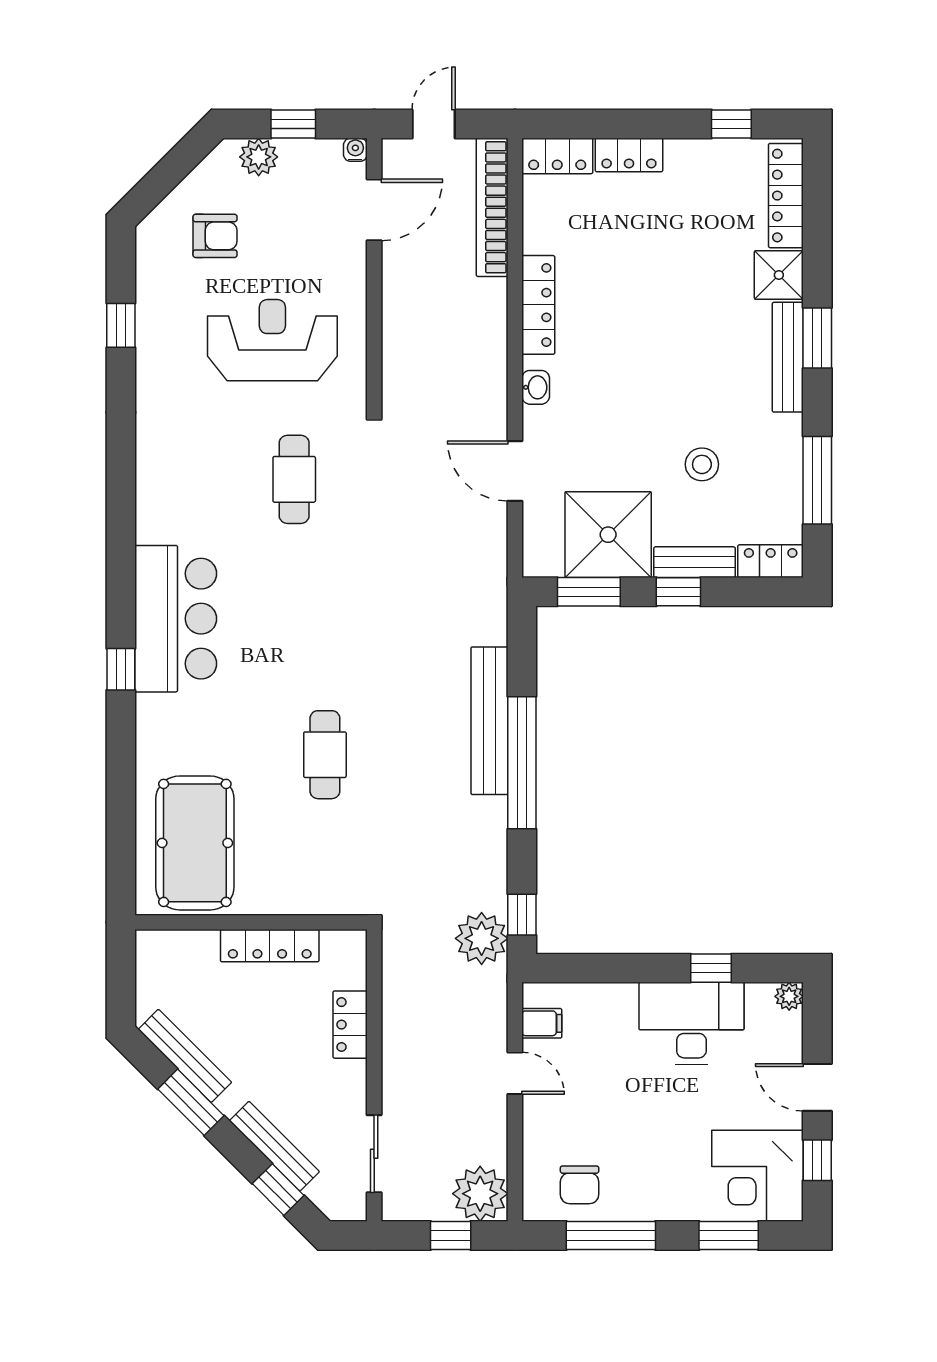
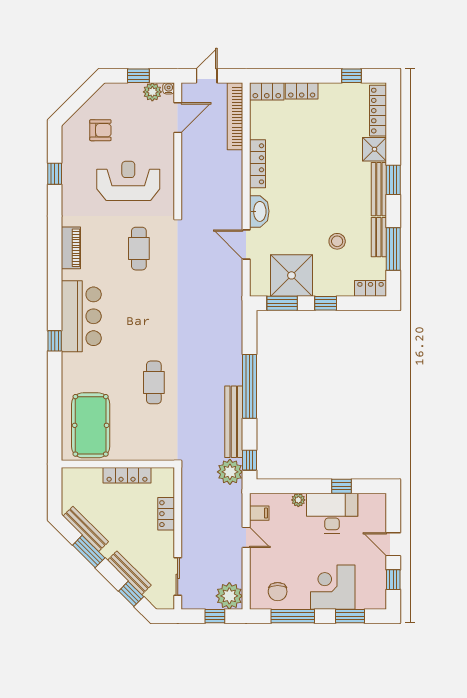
plant: (259, 157) -> (152, 92), moved
washbasin: (536, 387) -> (259, 211), width x1.91, depth x1.45
piano: (154, 478) -> (71, 248), added
bench: (695, 562) -> (379, 237), moved, turned 90
bench: (489, 721) -> (234, 422), moved
plant: (789, 996) -> (298, 500), moved
corner desk: (758, 1176) -> (333, 587), moved, turned 90

